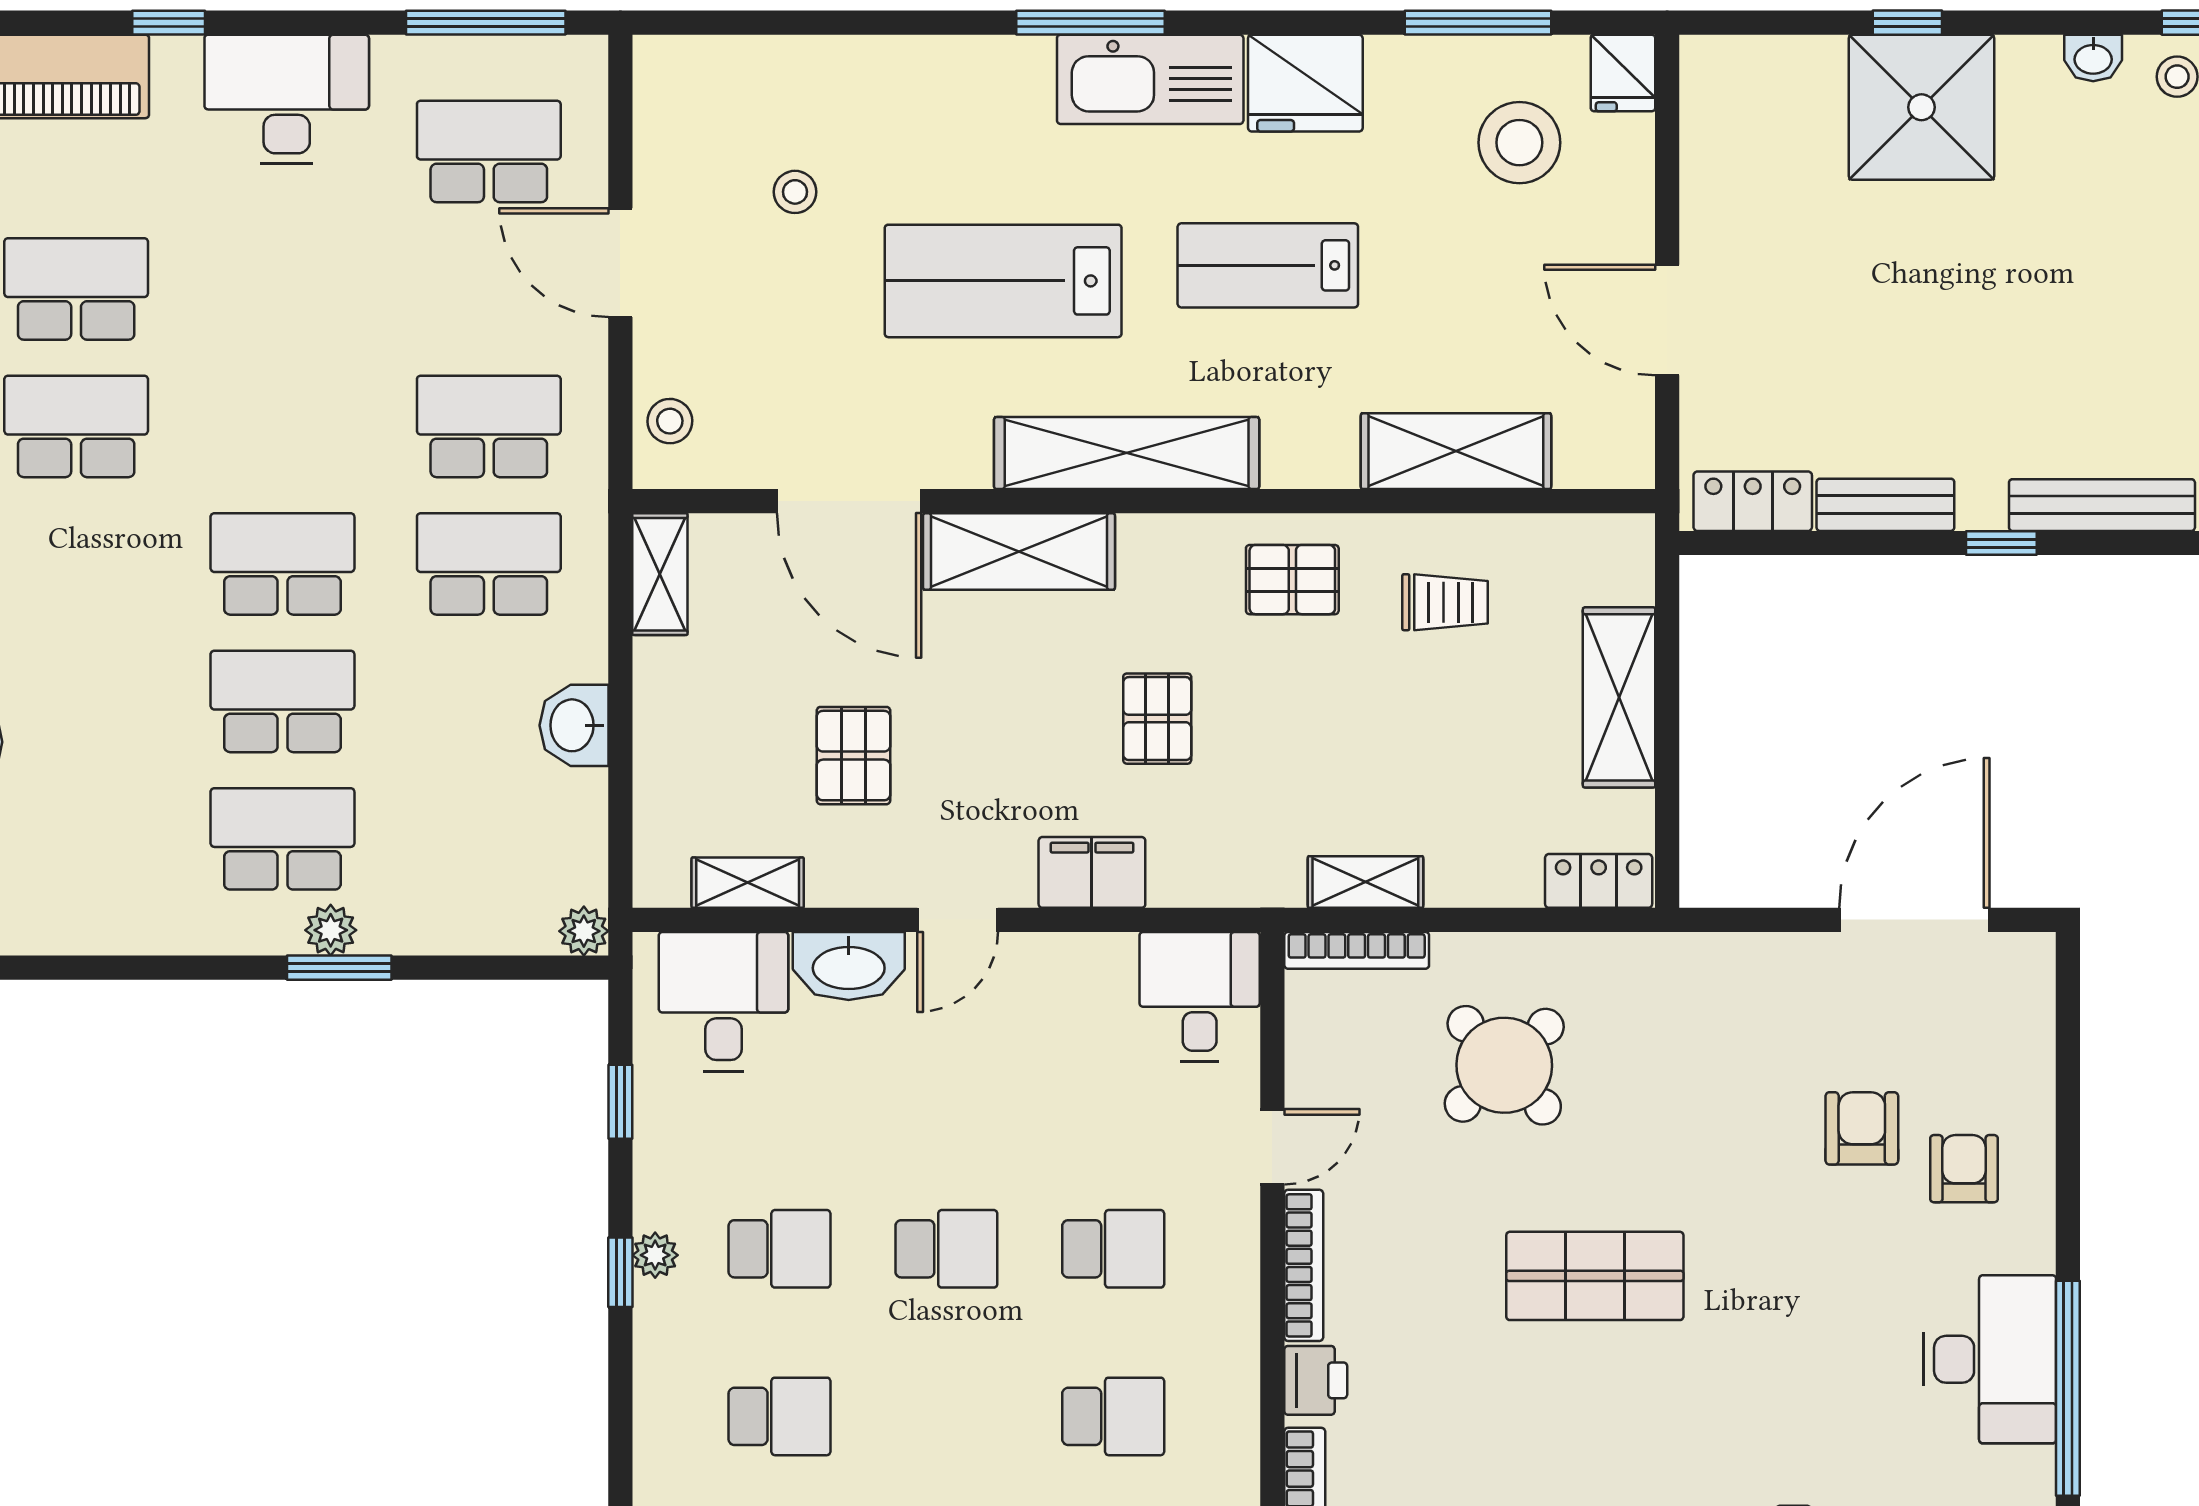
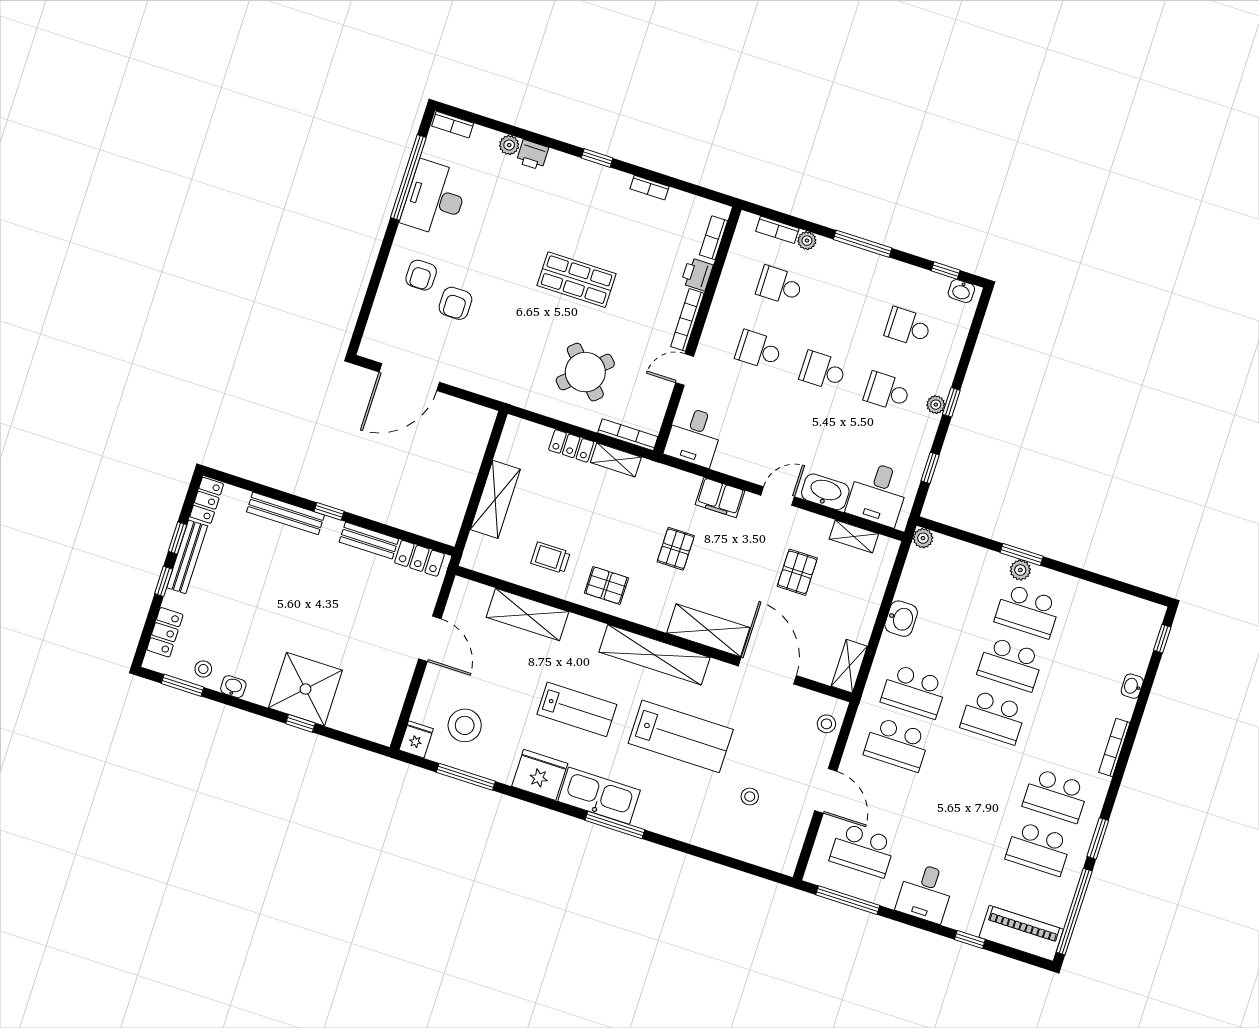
desk: (287, 99) -> (925, 893), width x0.73
locker: (1599, 881) -> (571, 446), moved

